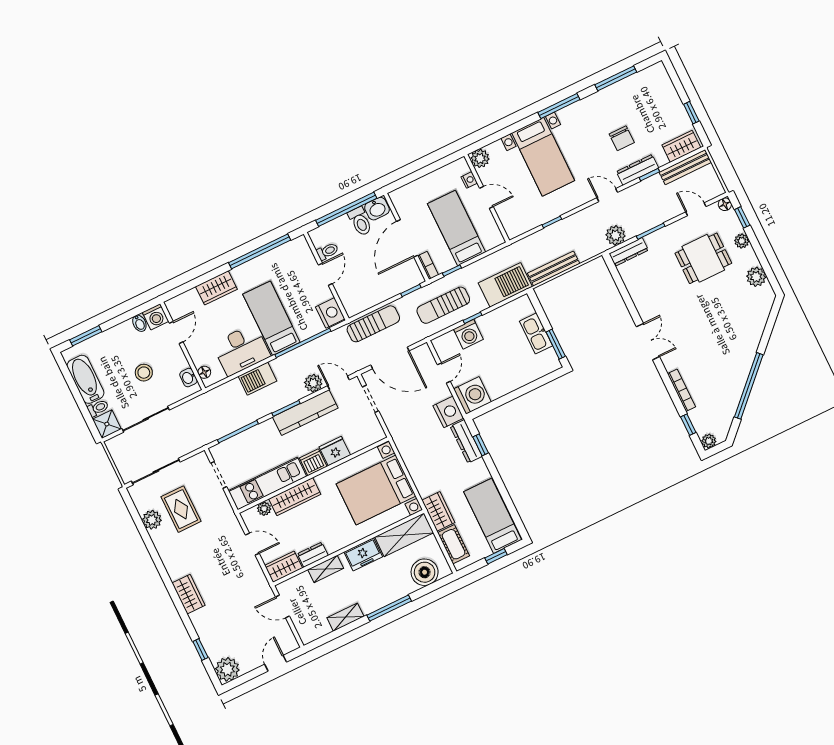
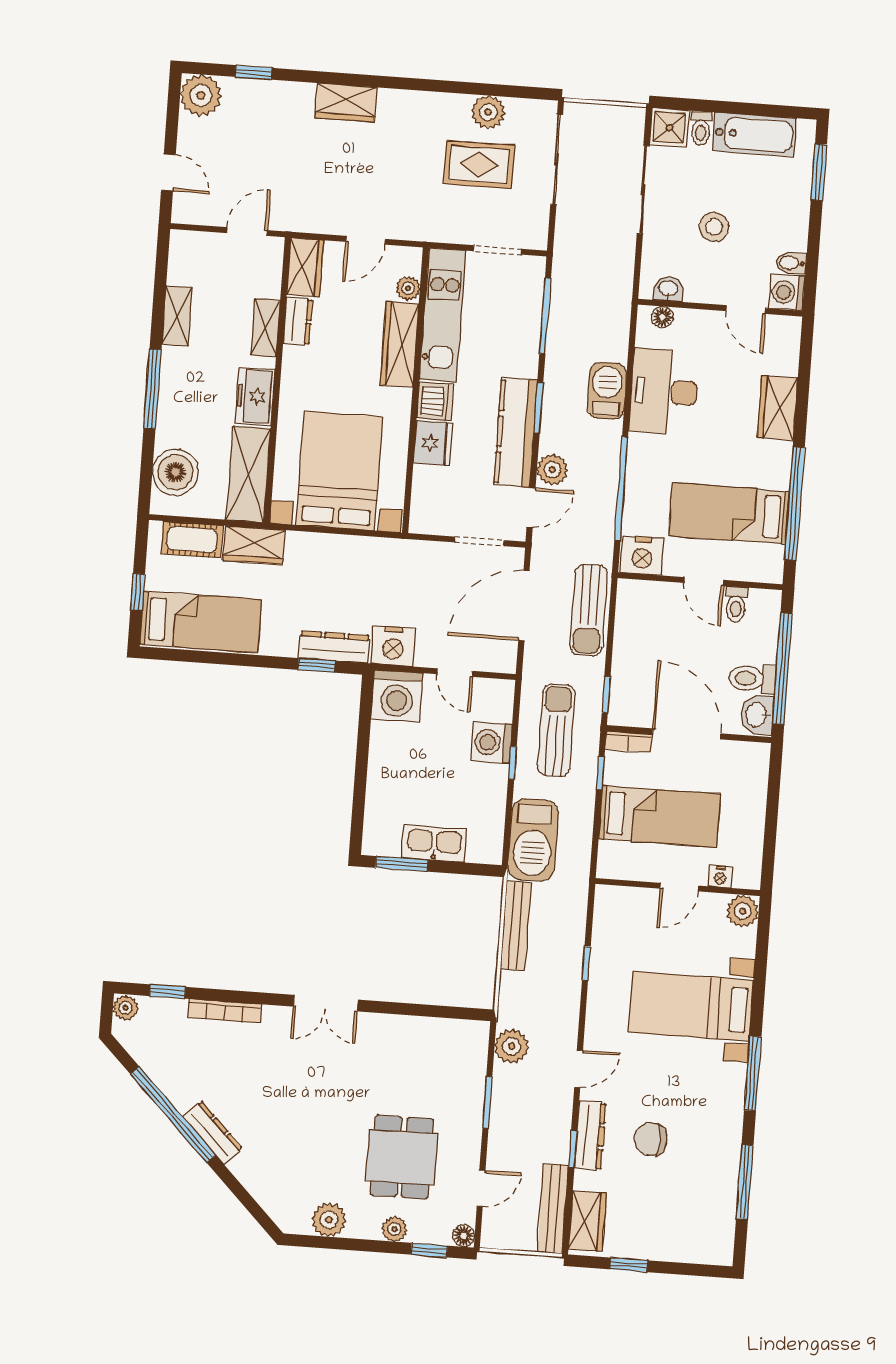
dresser: (629, 252) -> (213, 1132), moved, turned 135
bed: (271, 318) -> (729, 514), moved, turned 180

